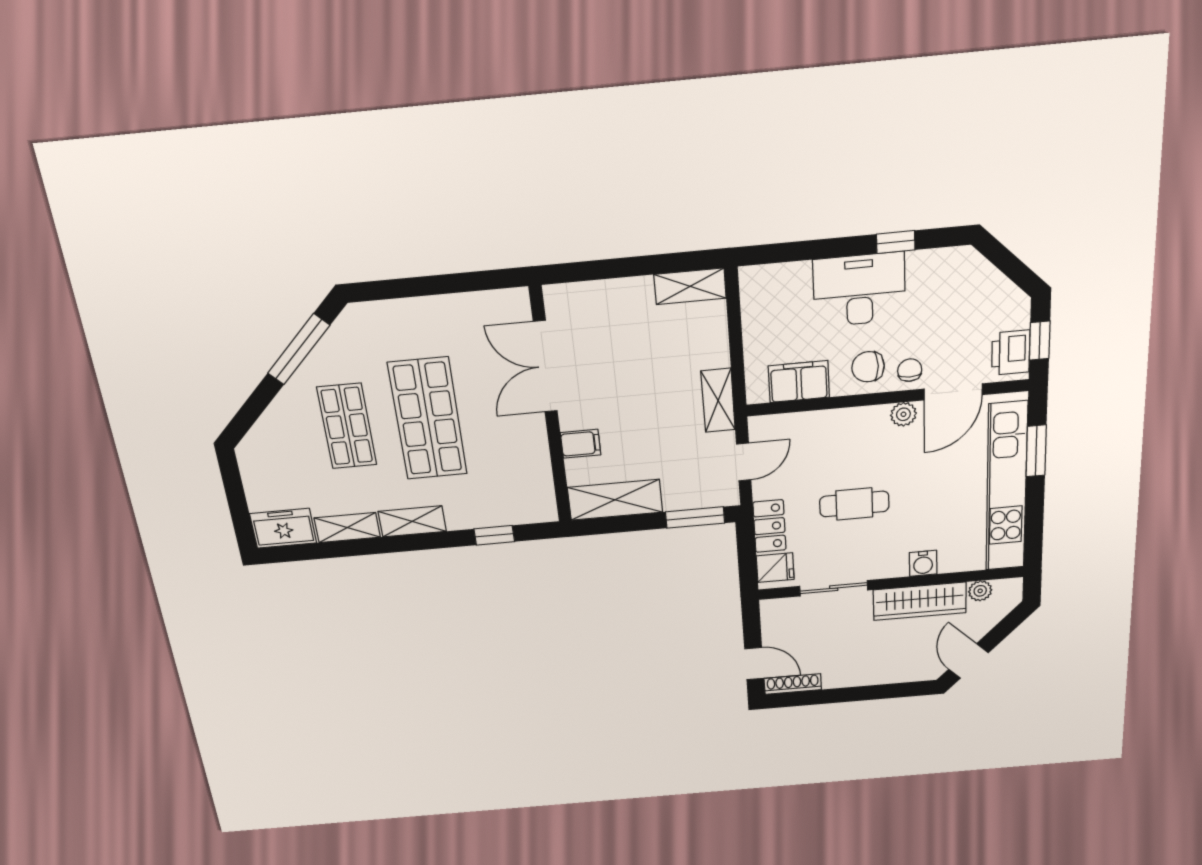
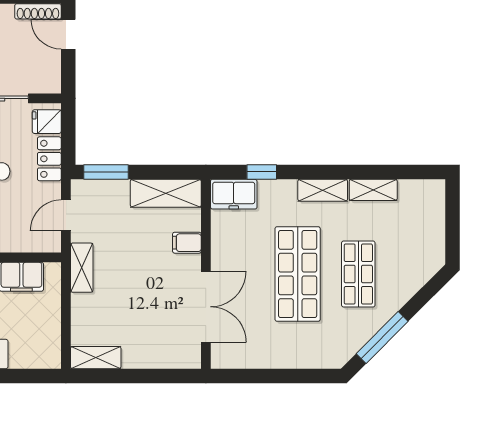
freezer: (283, 528) -> (234, 194), moved

